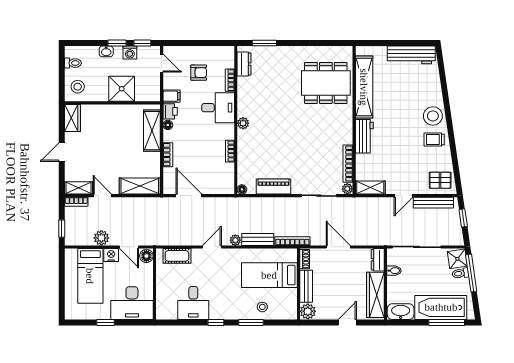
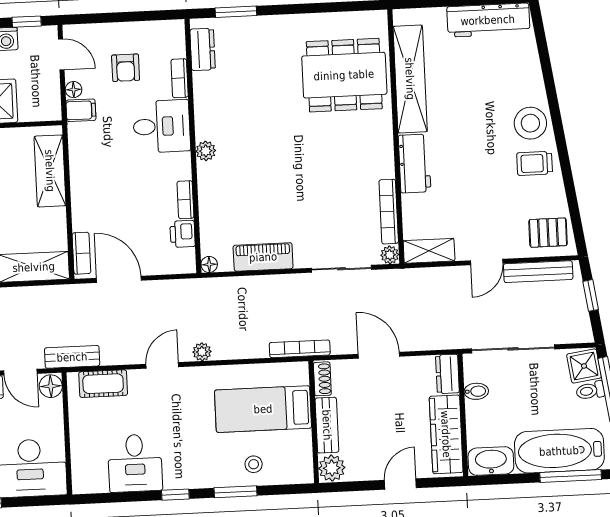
armchair: (199, 73) -> (126, 68), turned 90
printer: (170, 111) -> (183, 234), moved, turned 180
floor lamp: (168, 125) -> (74, 90), moved
bookcase: (168, 155) -> (81, 253), moved
bench: (258, 239) -> (72, 357), moved

